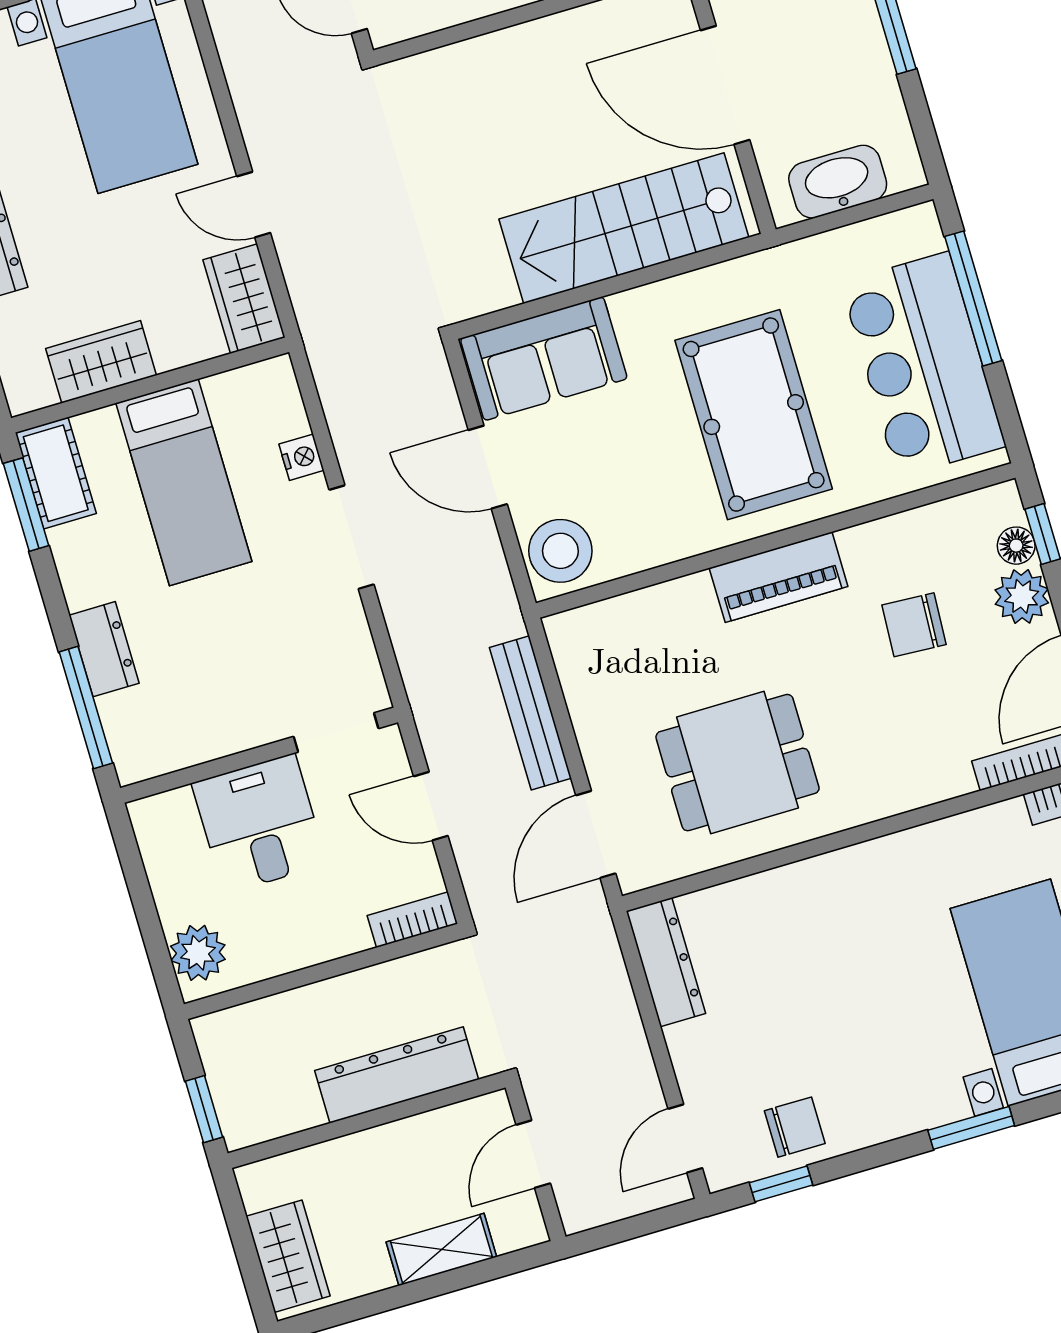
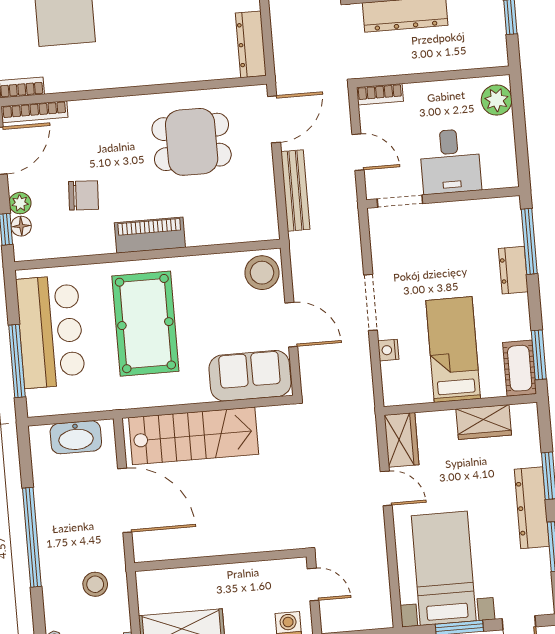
plant: (1022, 596) -> (20, 203), width x0.73, depth x0.73

